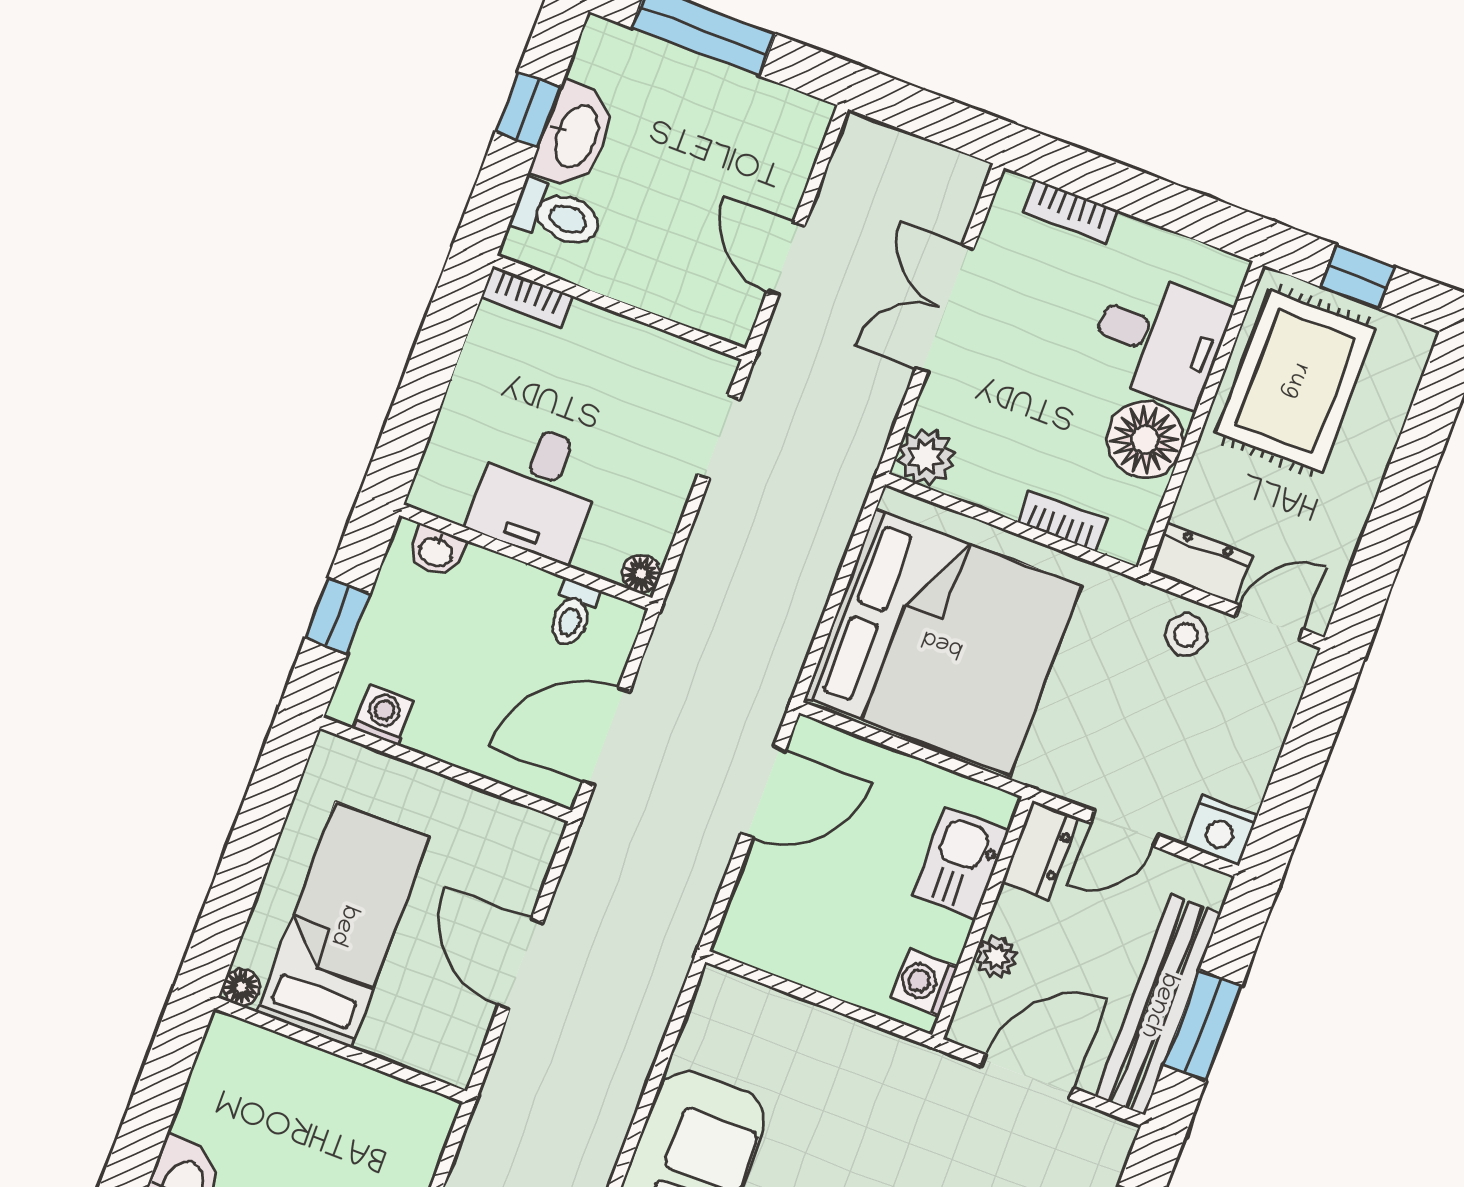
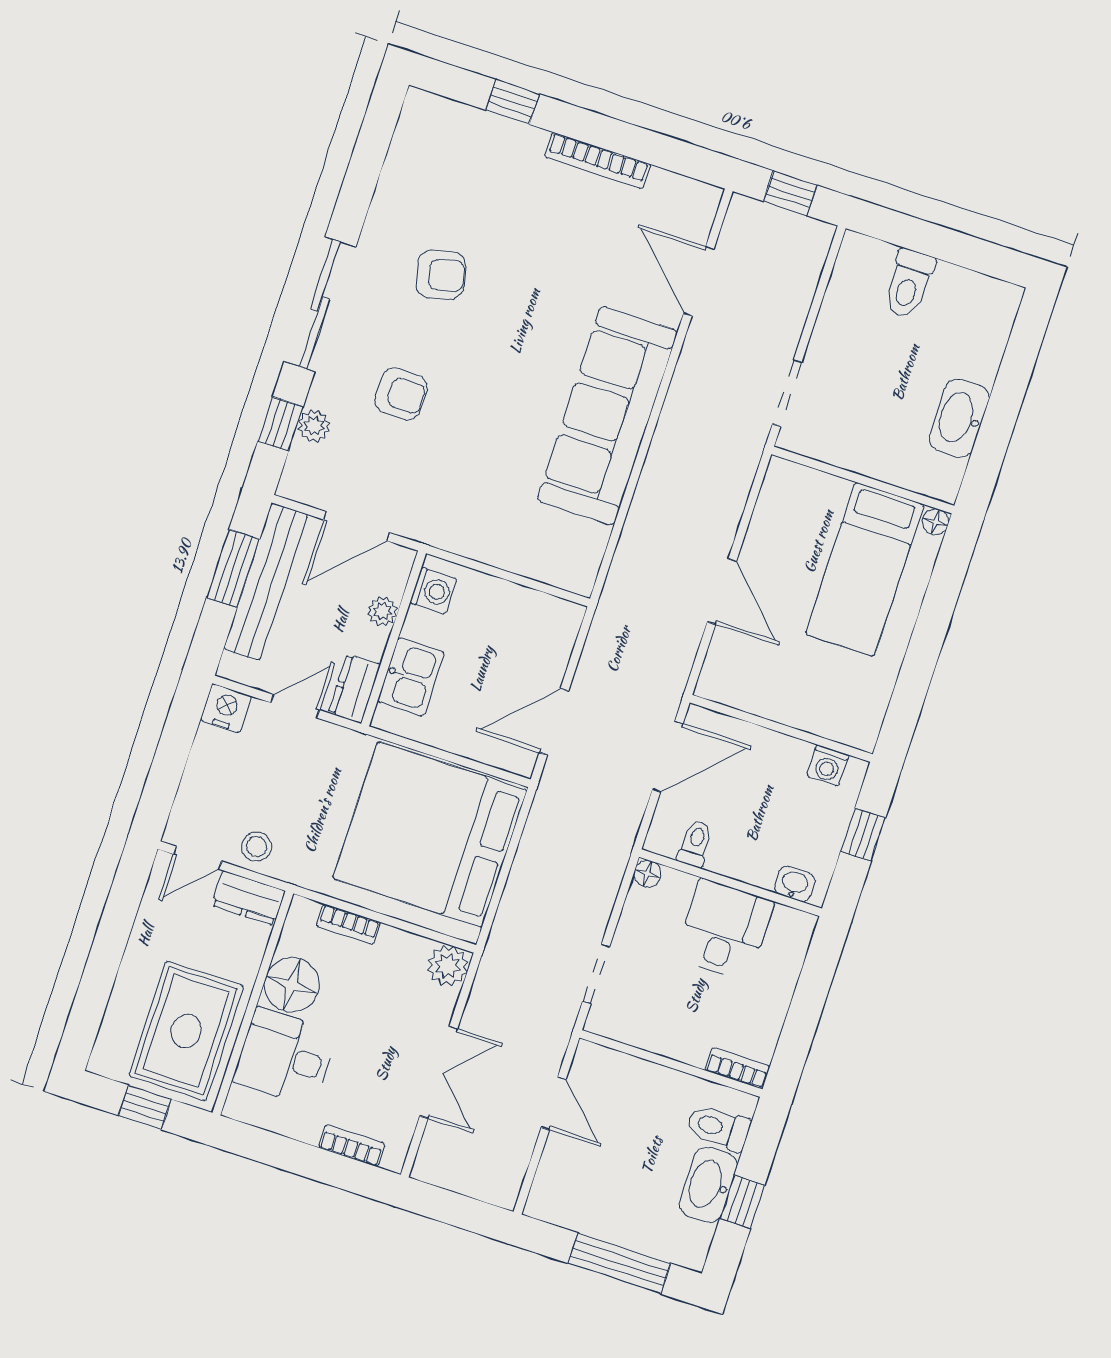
bed: (343, 925) -> (865, 569), moved
floor lamp: (241, 987) -> (935, 522), moved
wall: (340, 1050) -> (863, 480), moved

